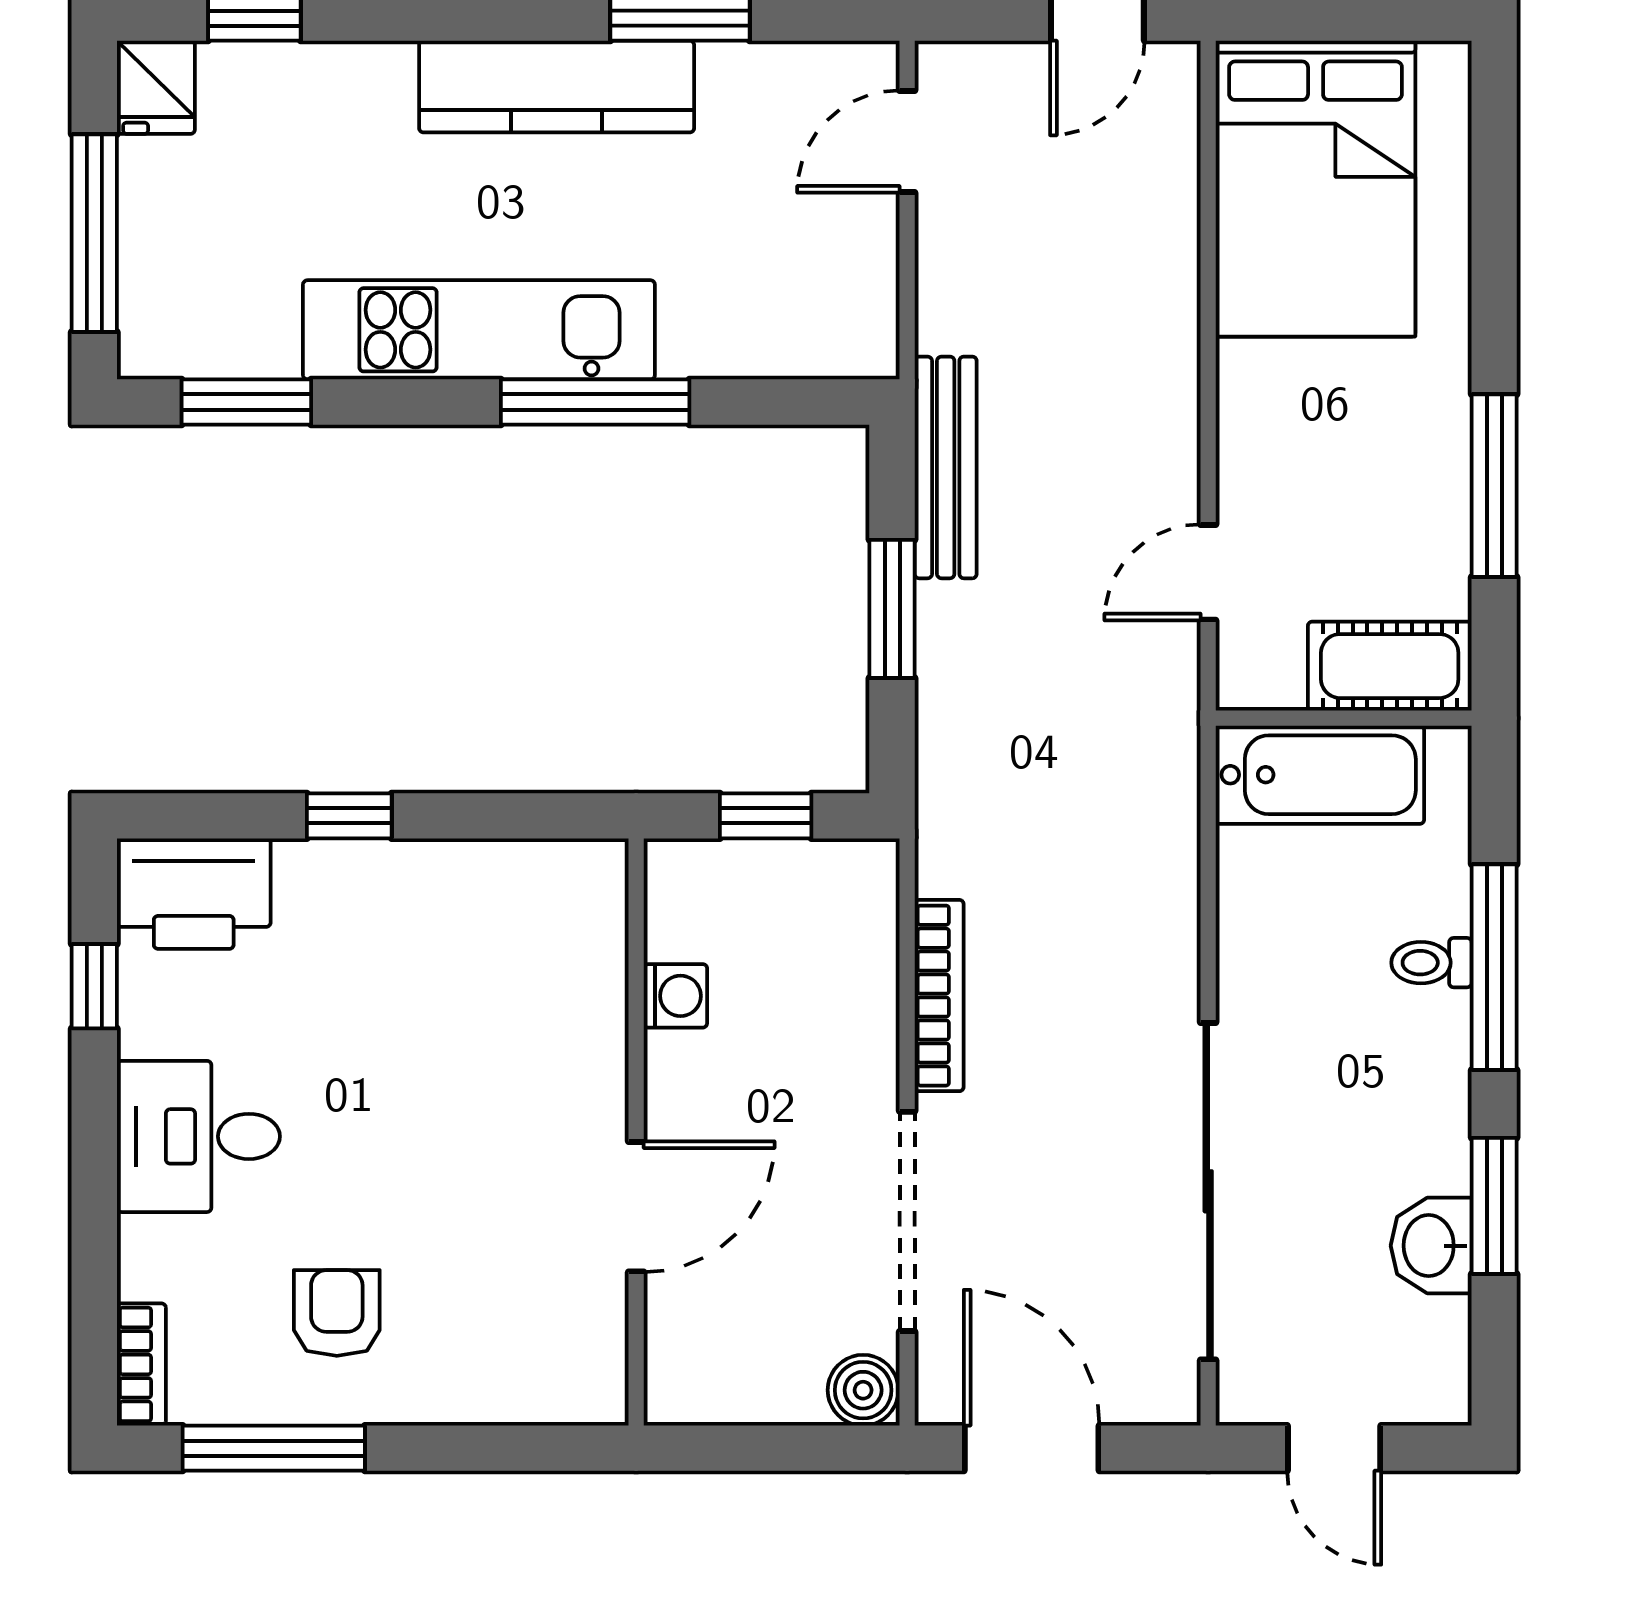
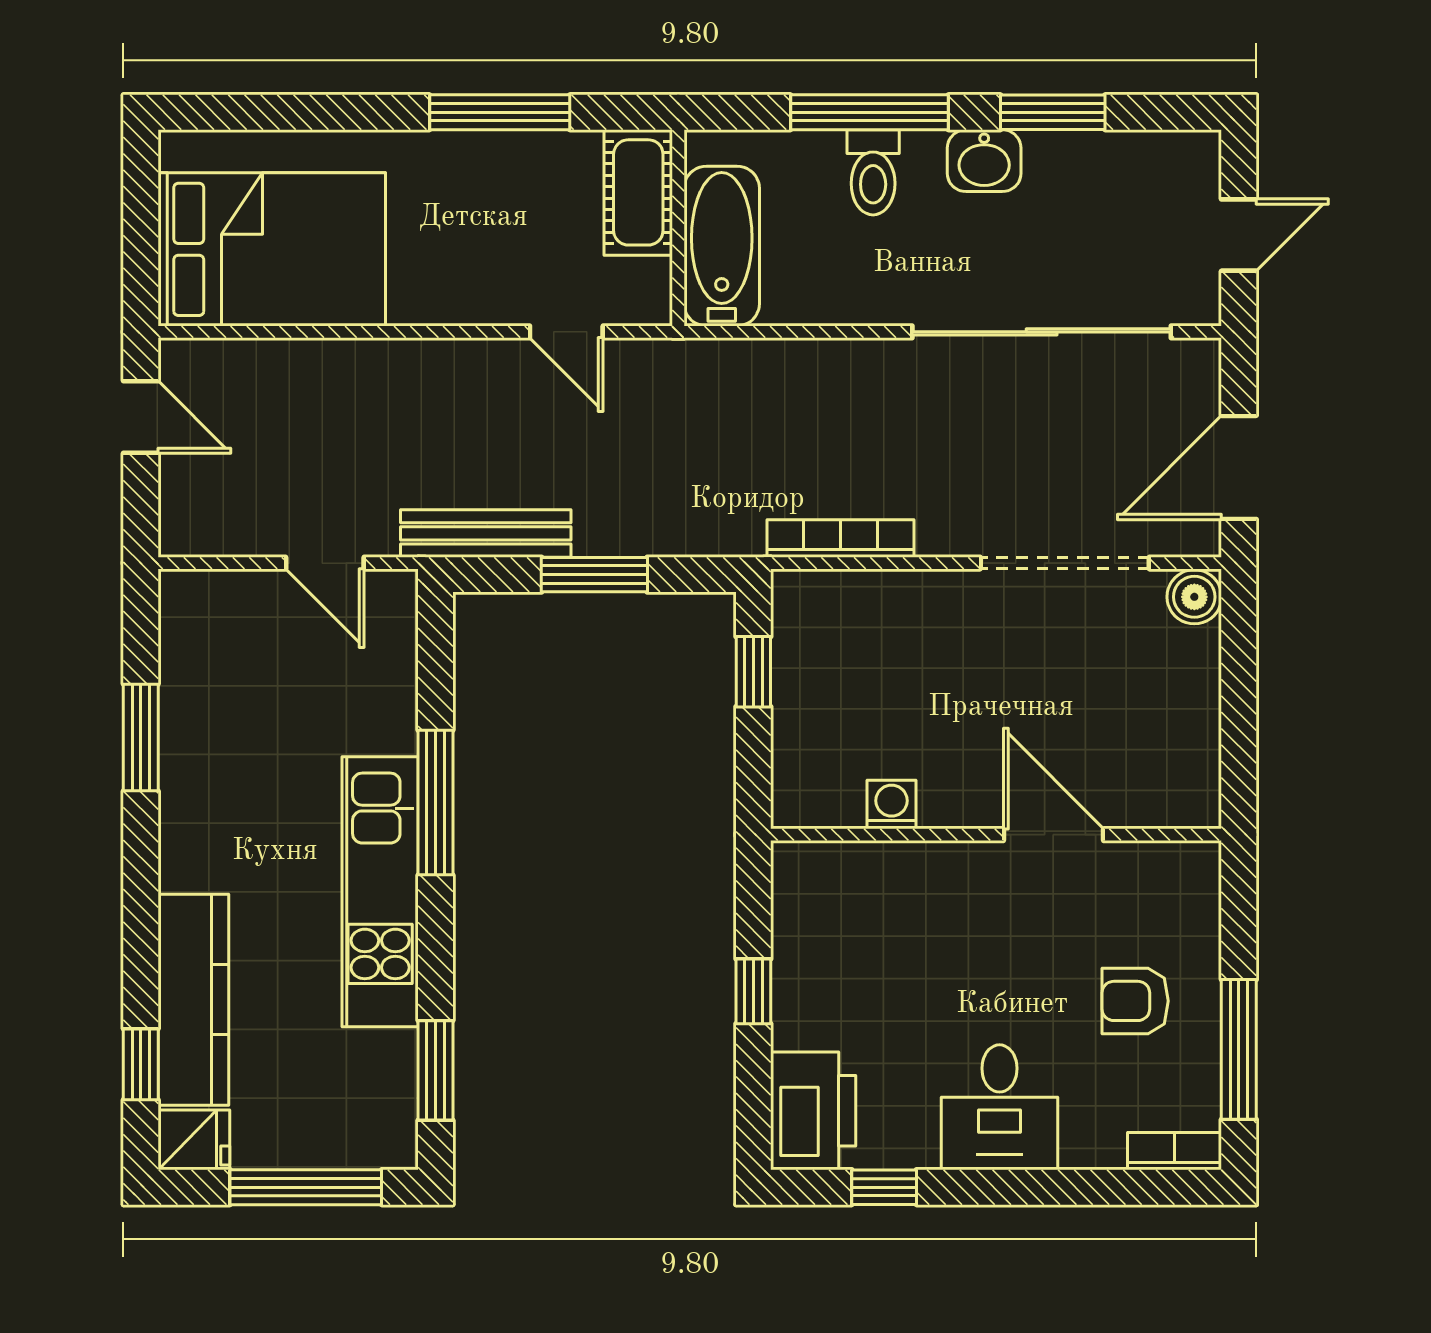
kitchen counter: (557, 87) -> (193, 1000), moved
door: (907, 141) -> (325, 563), moved
toilet: (1431, 963) -> (873, 172), width x1.37, depth x1.39
washing machine: (675, 996) -> (892, 805), moved
bookcase: (939, 996) -> (841, 538), moved
wall: (636, 1132) -> (996, 835), moved
door: (636, 1207) -> (1053, 835), moved
washbasin: (1431, 1246) -> (984, 161), moved

